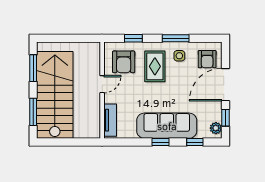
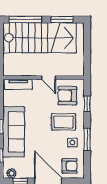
armchair: (207, 59) -> (70, 166), turned 180
window: (33, 112) -> (25, 20), width x1.44

